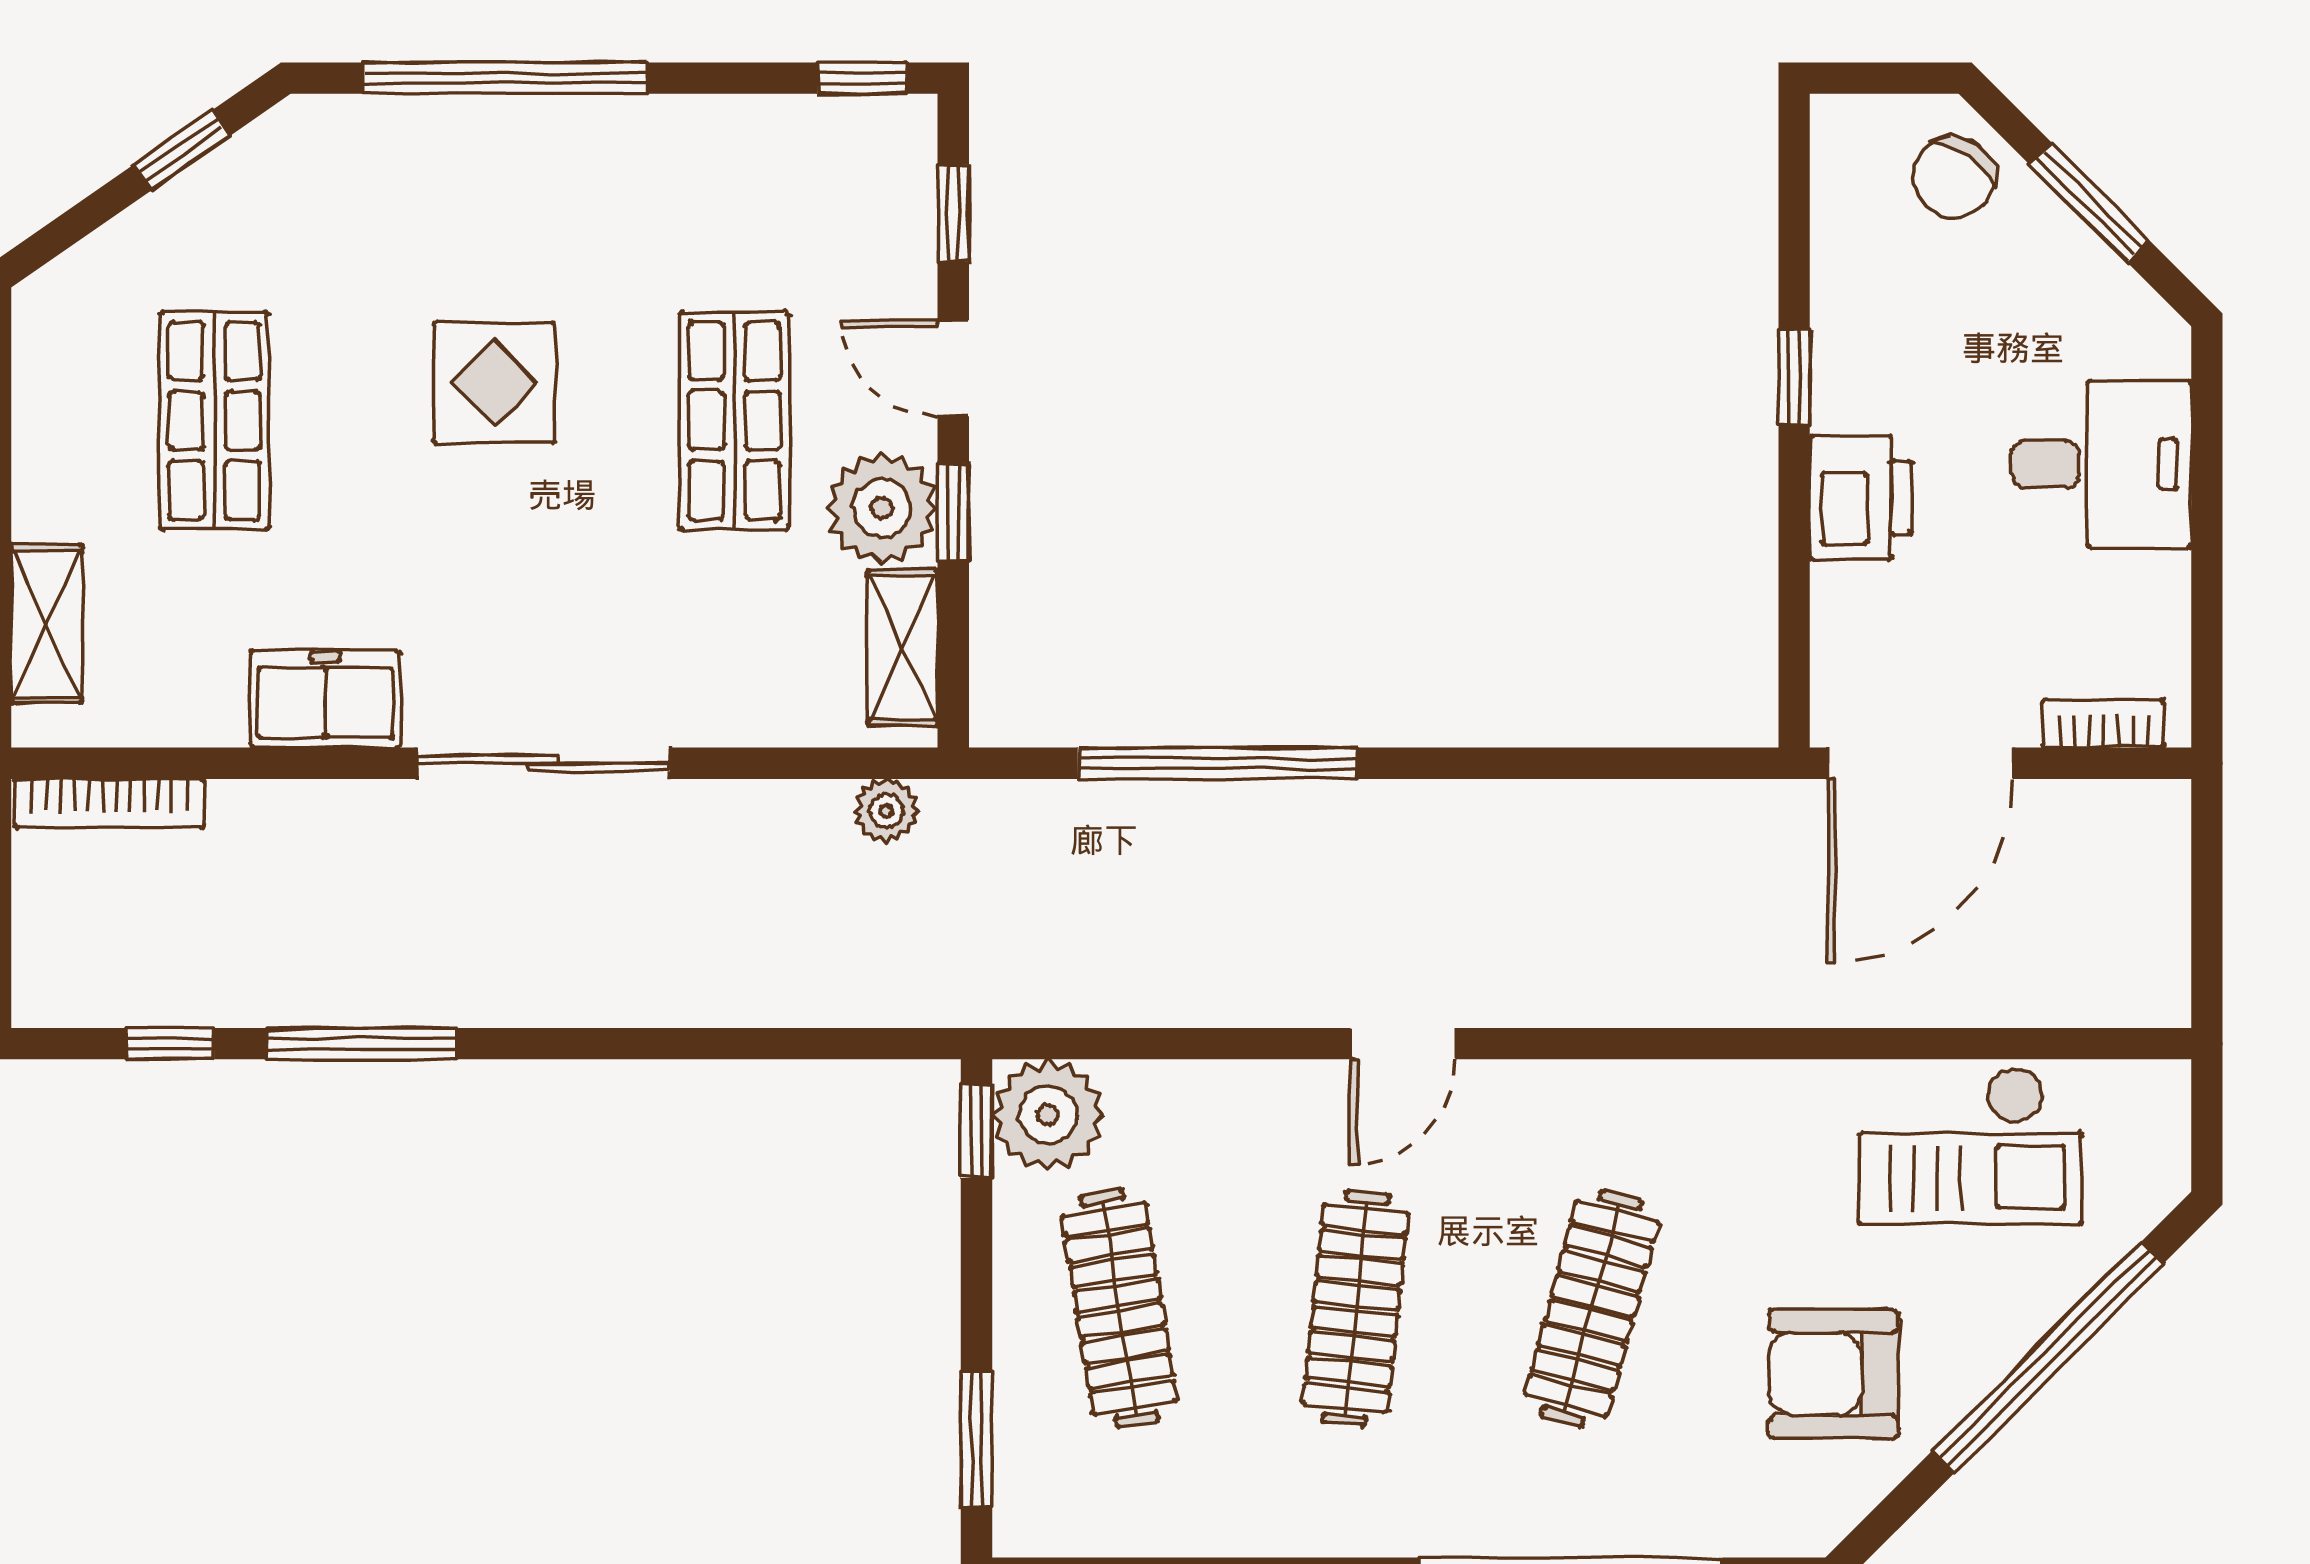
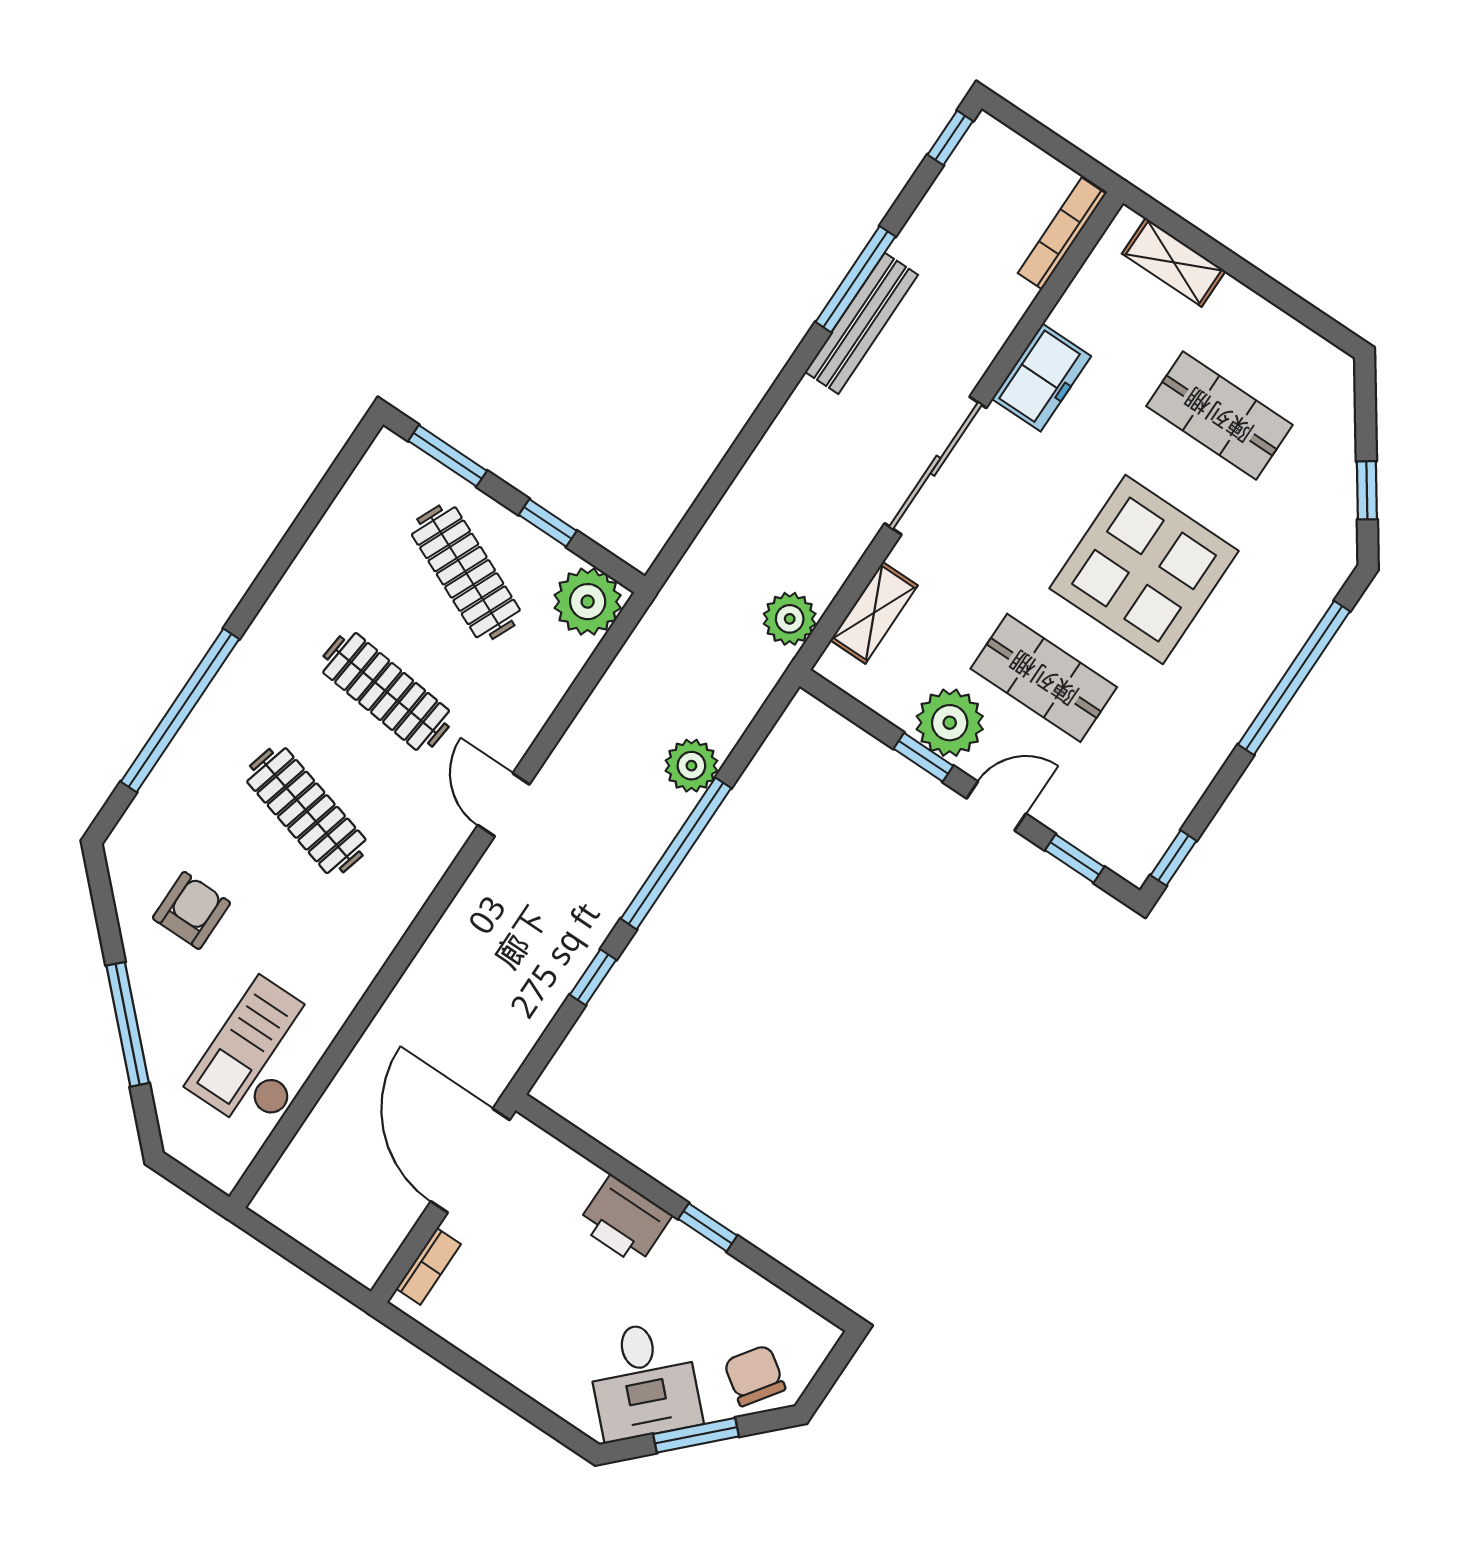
display table: (494, 383) -> (1144, 570), width x1.86, depth x1.86
desk: (2101, 464) -> (644, 1380), moved, turned -45
shelving: (903, 648) -> (874, 613), moved, turned 90
window: (1218, 763) -> (676, 853), moved
window: (1557, 763) -> (593, 977), added
plant: (886, 811) -> (790, 619), width x1.38, depth x1.38
plant: (1177, 822) -> (691, 766), added
bench: (416, 995) -> (861, 323), added
window: (171, 1044) -> (950, 138), moved
window: (977, 1131) -> (548, 523), moved
clothes rail: (1119, 1308) -> (466, 572), turned 33
window: (2048, 1357) -> (128, 1024), width x0.68
armchair: (1834, 1374) -> (191, 910), width x0.72, depth x0.72

